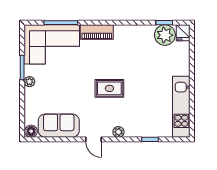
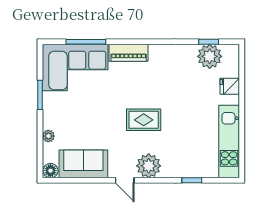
fridge: (183, 33) -> (230, 86), moved, turned 90
plant: (29, 82) -> (48, 136), moved
plant: (118, 132) -> (149, 166), width x1.88, depth x1.88

